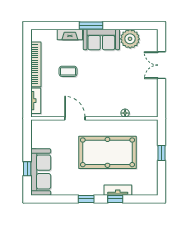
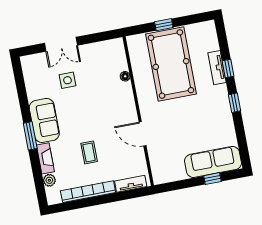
plant: (130, 39) -> (49, 180), moved, width x0.53, depth x0.53
side table: (131, 65) -> (67, 80), added
door: (75, 118) -> (143, 134), hinge flipped
pool table: (107, 152) -> (171, 64), moved

